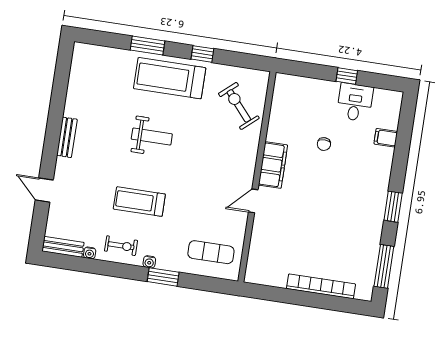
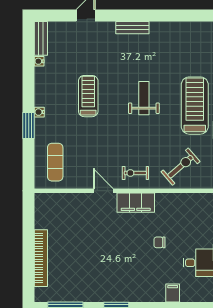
weight bench: (152, 137) -> (144, 98), turned 180
exercise bike: (121, 246) -> (135, 173), moved, turned 90

